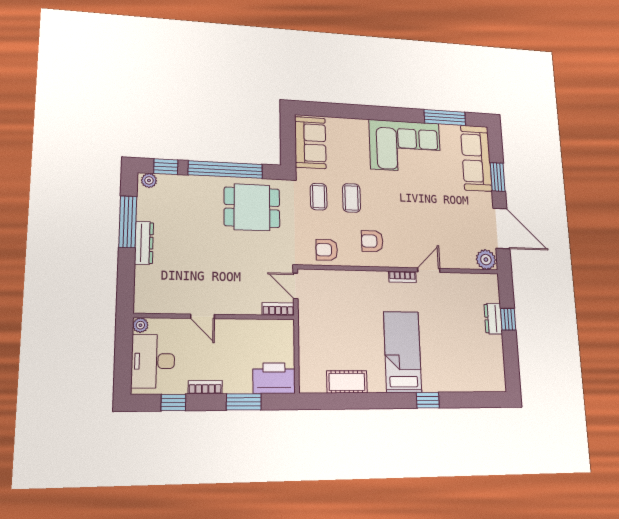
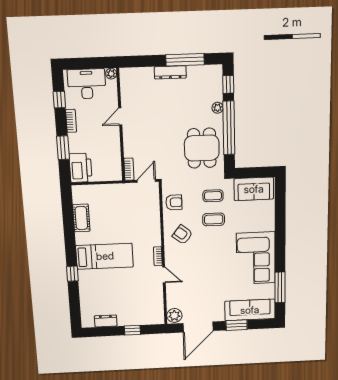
plant: (149, 180) -> (218, 108), moved
armchair: (372, 241) -> (182, 235), turned -52
armchair: (327, 250) -> (174, 202), turned 90
dresser: (493, 319) -> (106, 321), moved

